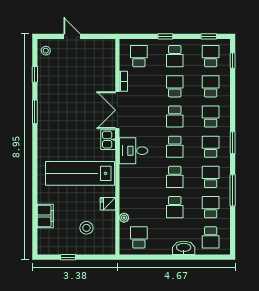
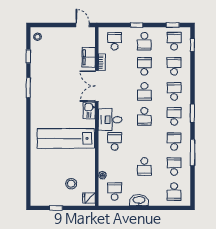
door: (72, 36) -> (83, 25), moved
school desk: (175, 177) -> (115, 141), moved, turned 180
fridge: (108, 204) -> (89, 198), moved
filing cabinet: (45, 216) -> (89, 57), moved, turned 180
washbasin: (184, 248) -> (139, 200), moved

